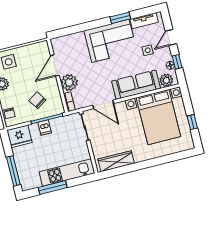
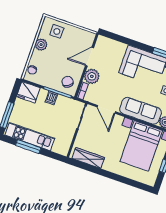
chair: (37, 100) -> (68, 82), moved
kitchen unit: (67, 173) -> (30, 137), moved

